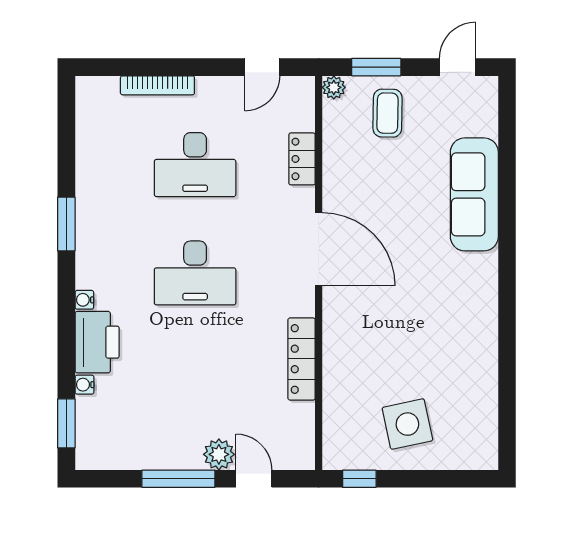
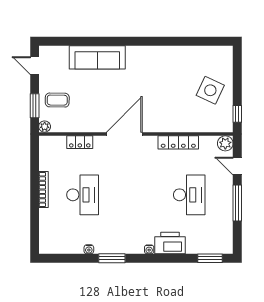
door: (262, 67) -> (35, 162), removed
bookcase: (157, 85) -> (44, 190), moved
desk: (195, 273) -> (189, 195), moved
water cooler: (84, 385) -> (89, 249), moved
side table: (407, 424) -> (210, 90), turned 37
plant: (219, 454) -> (225, 143), moved
door: (254, 479) -> (237, 166), hinge flipped

